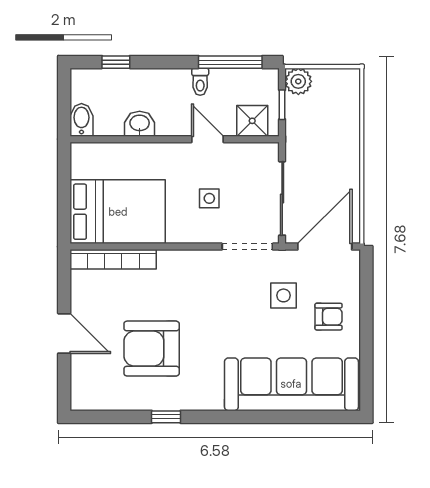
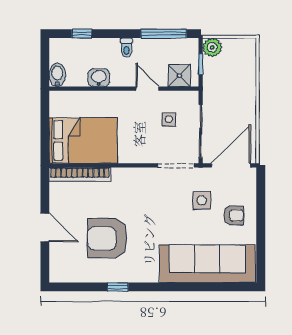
toilet: (200, 82) -> (126, 48), moved
side table: (209, 198) -> (169, 119), moved

